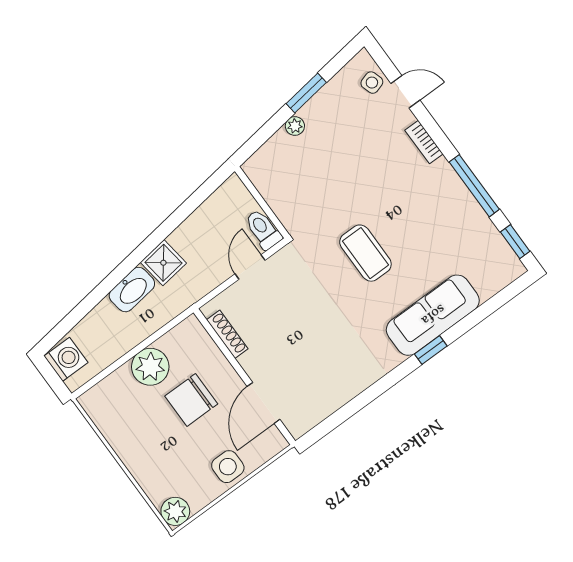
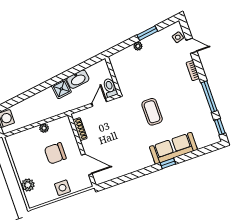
washbasin: (132, 290) -> (78, 79), moved
plant: (150, 367) -> (44, 128), width x0.53, depth x0.53
door: (264, 403) -> (87, 164), swing flipped
plant: (175, 511) -> (28, 185), moved

